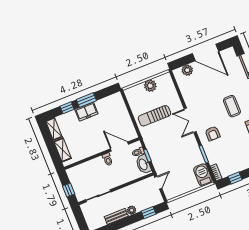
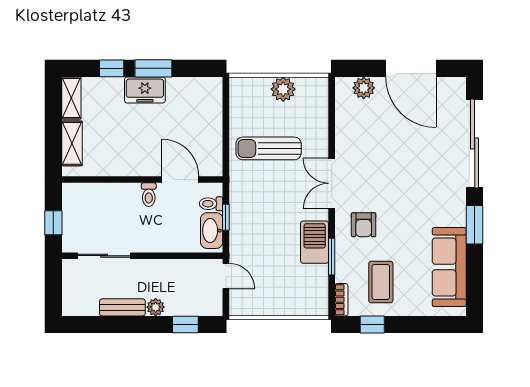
coffee table: (232, 106) -> (381, 282), moved
barbecue: (203, 175) -> (315, 242), moved
door: (158, 183) -> (226, 276), hinge flipped

